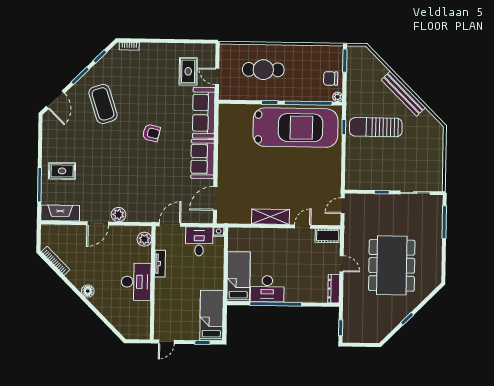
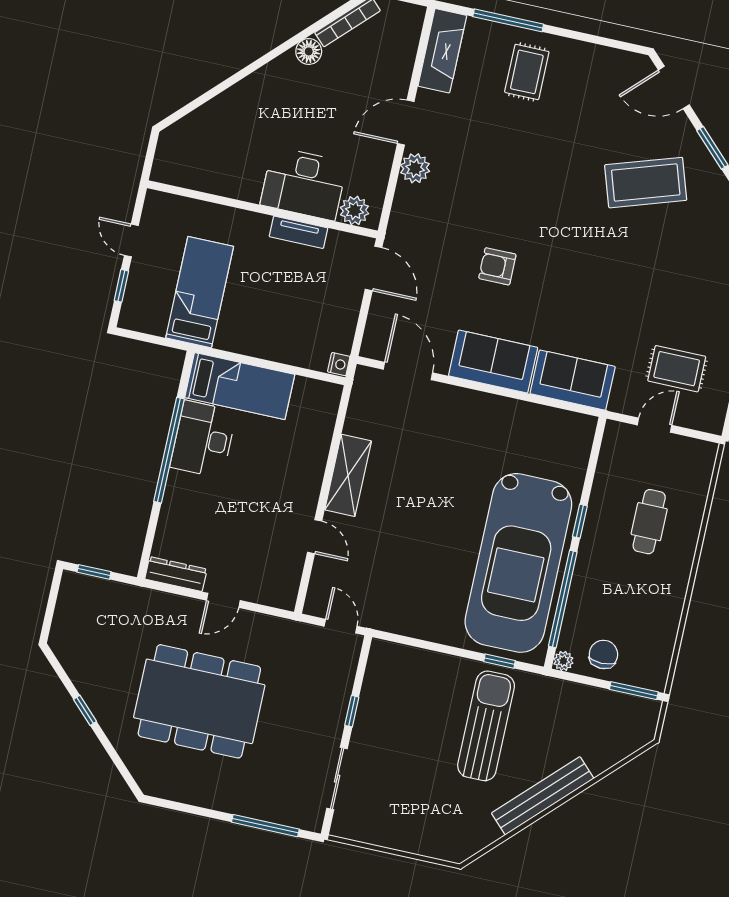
cafe table: (263, 70) -> (649, 522), width x0.73, depth x0.74
sofa: (204, 113) -> (573, 380), width x0.73
armchair: (151, 133) -> (497, 266), moved, turned 77
door: (98, 223) -> (406, 123), hinge flipped
cot: (328, 236) -> (286, 584), removed
desk: (199, 241) -> (327, 321), removed
desk: (136, 282) -> (304, 183), moved
floor lamp: (88, 291) -> (309, 51), moved
bed: (212, 315) -> (200, 292), moved, turned -90
door: (166, 342) -> (131, 240), moved

